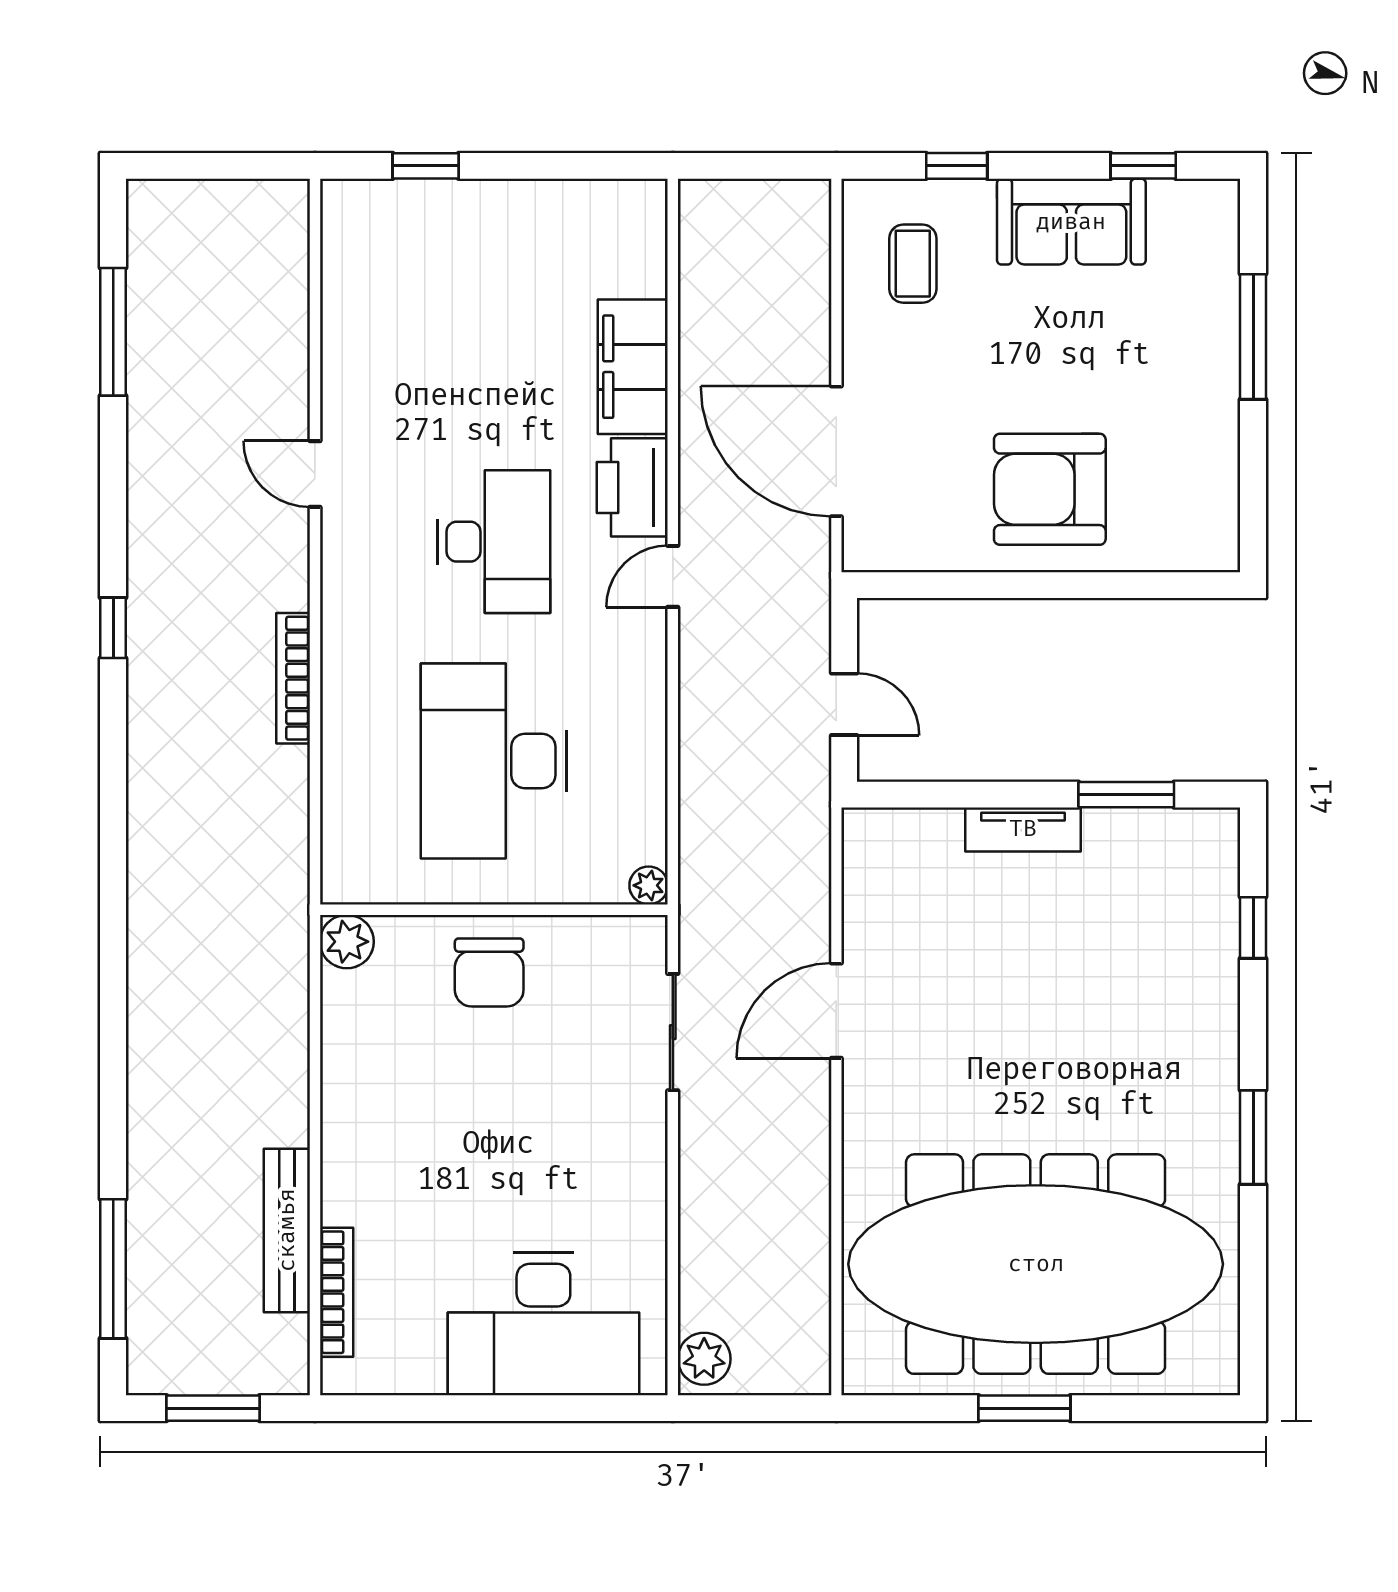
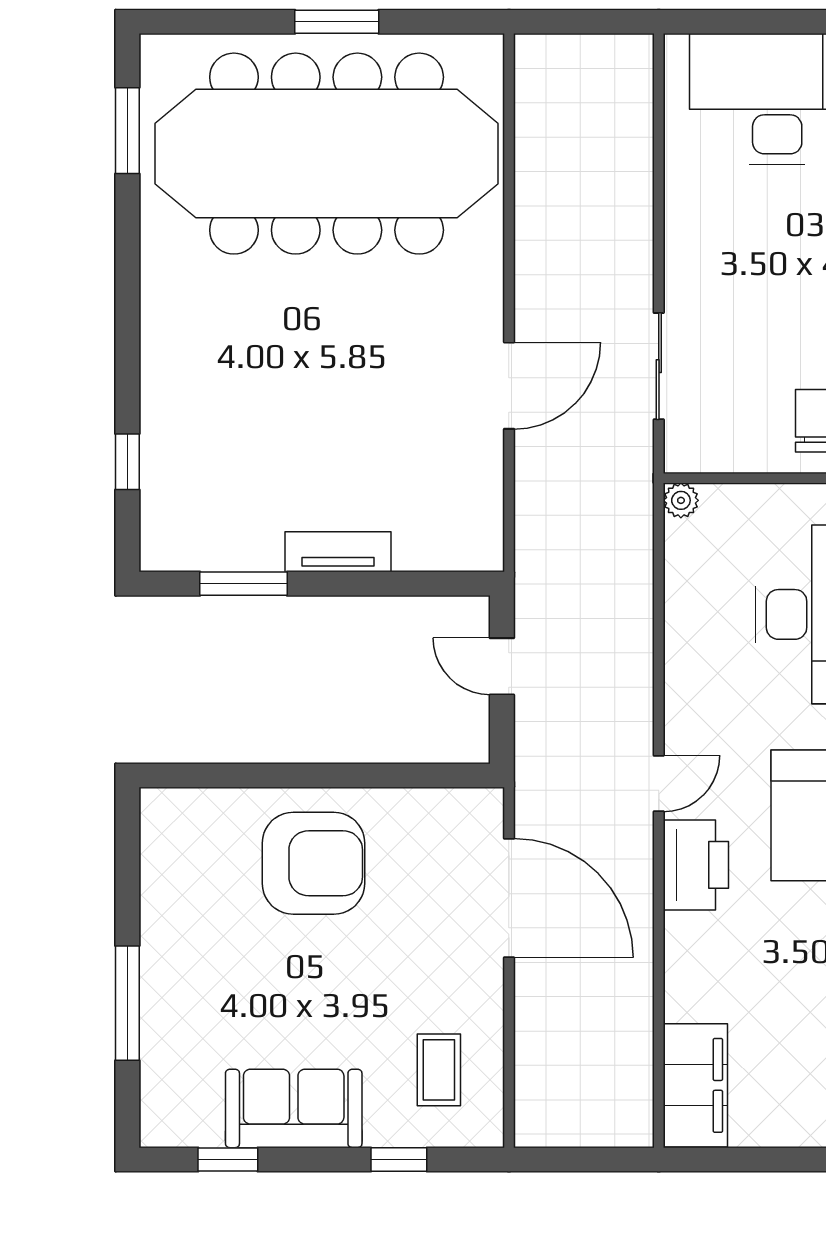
filing cabinet: (633, 367) -> (695, 1085), moved
window: (1253, 1137) -> (127, 131), moved
plant: (704, 1359) -> (630, 67), removed

